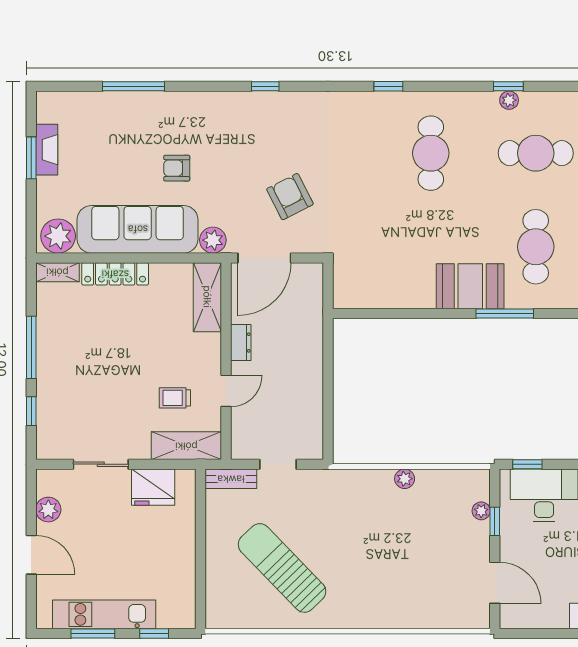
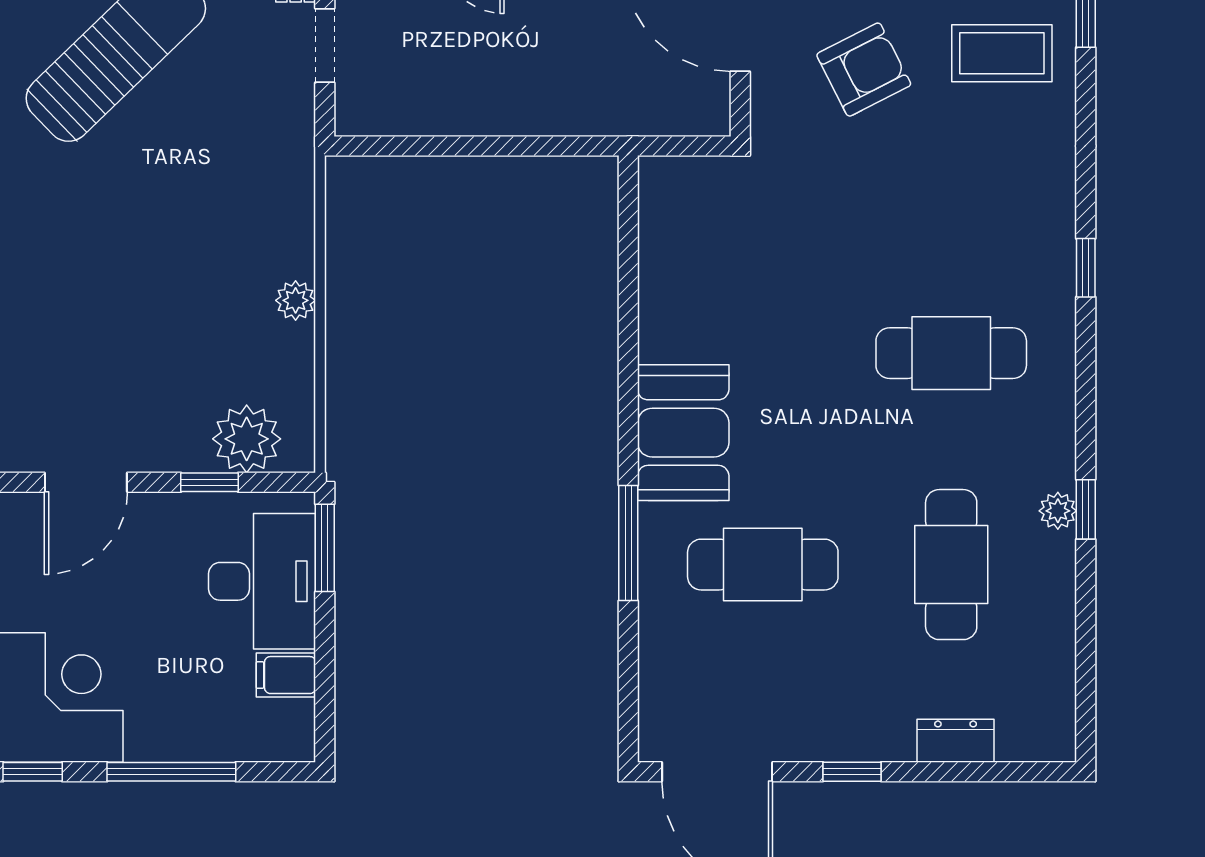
coffee table: (282, 128) -> (1002, 53), added
window: (505, 314) -> (628, 543), moved
window: (527, 464) -> (325, 548), width x1.50
plant: (481, 511) -> (247, 439), width x1.87, depth x1.87

